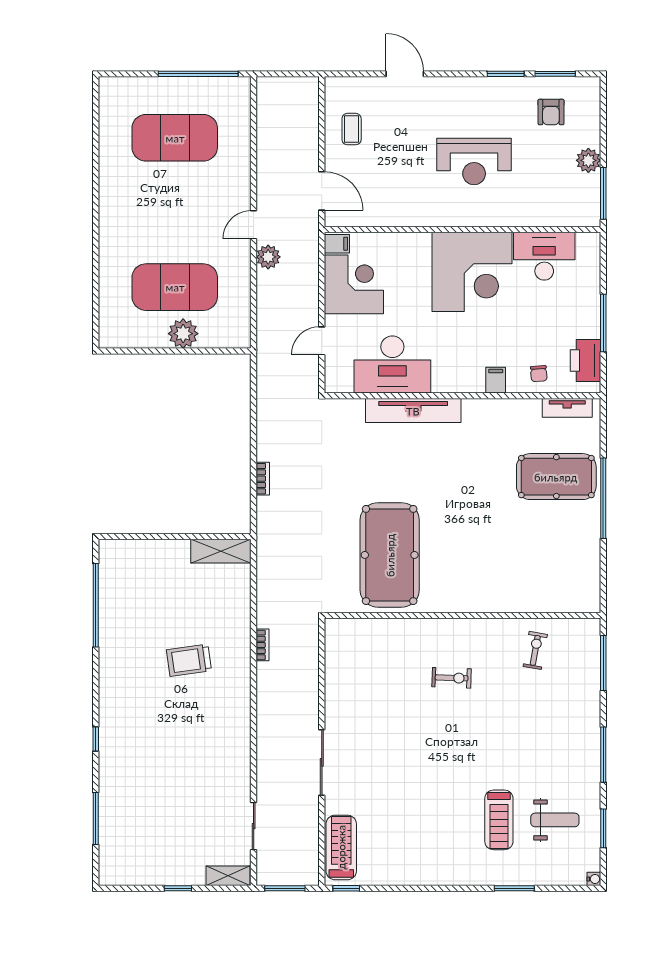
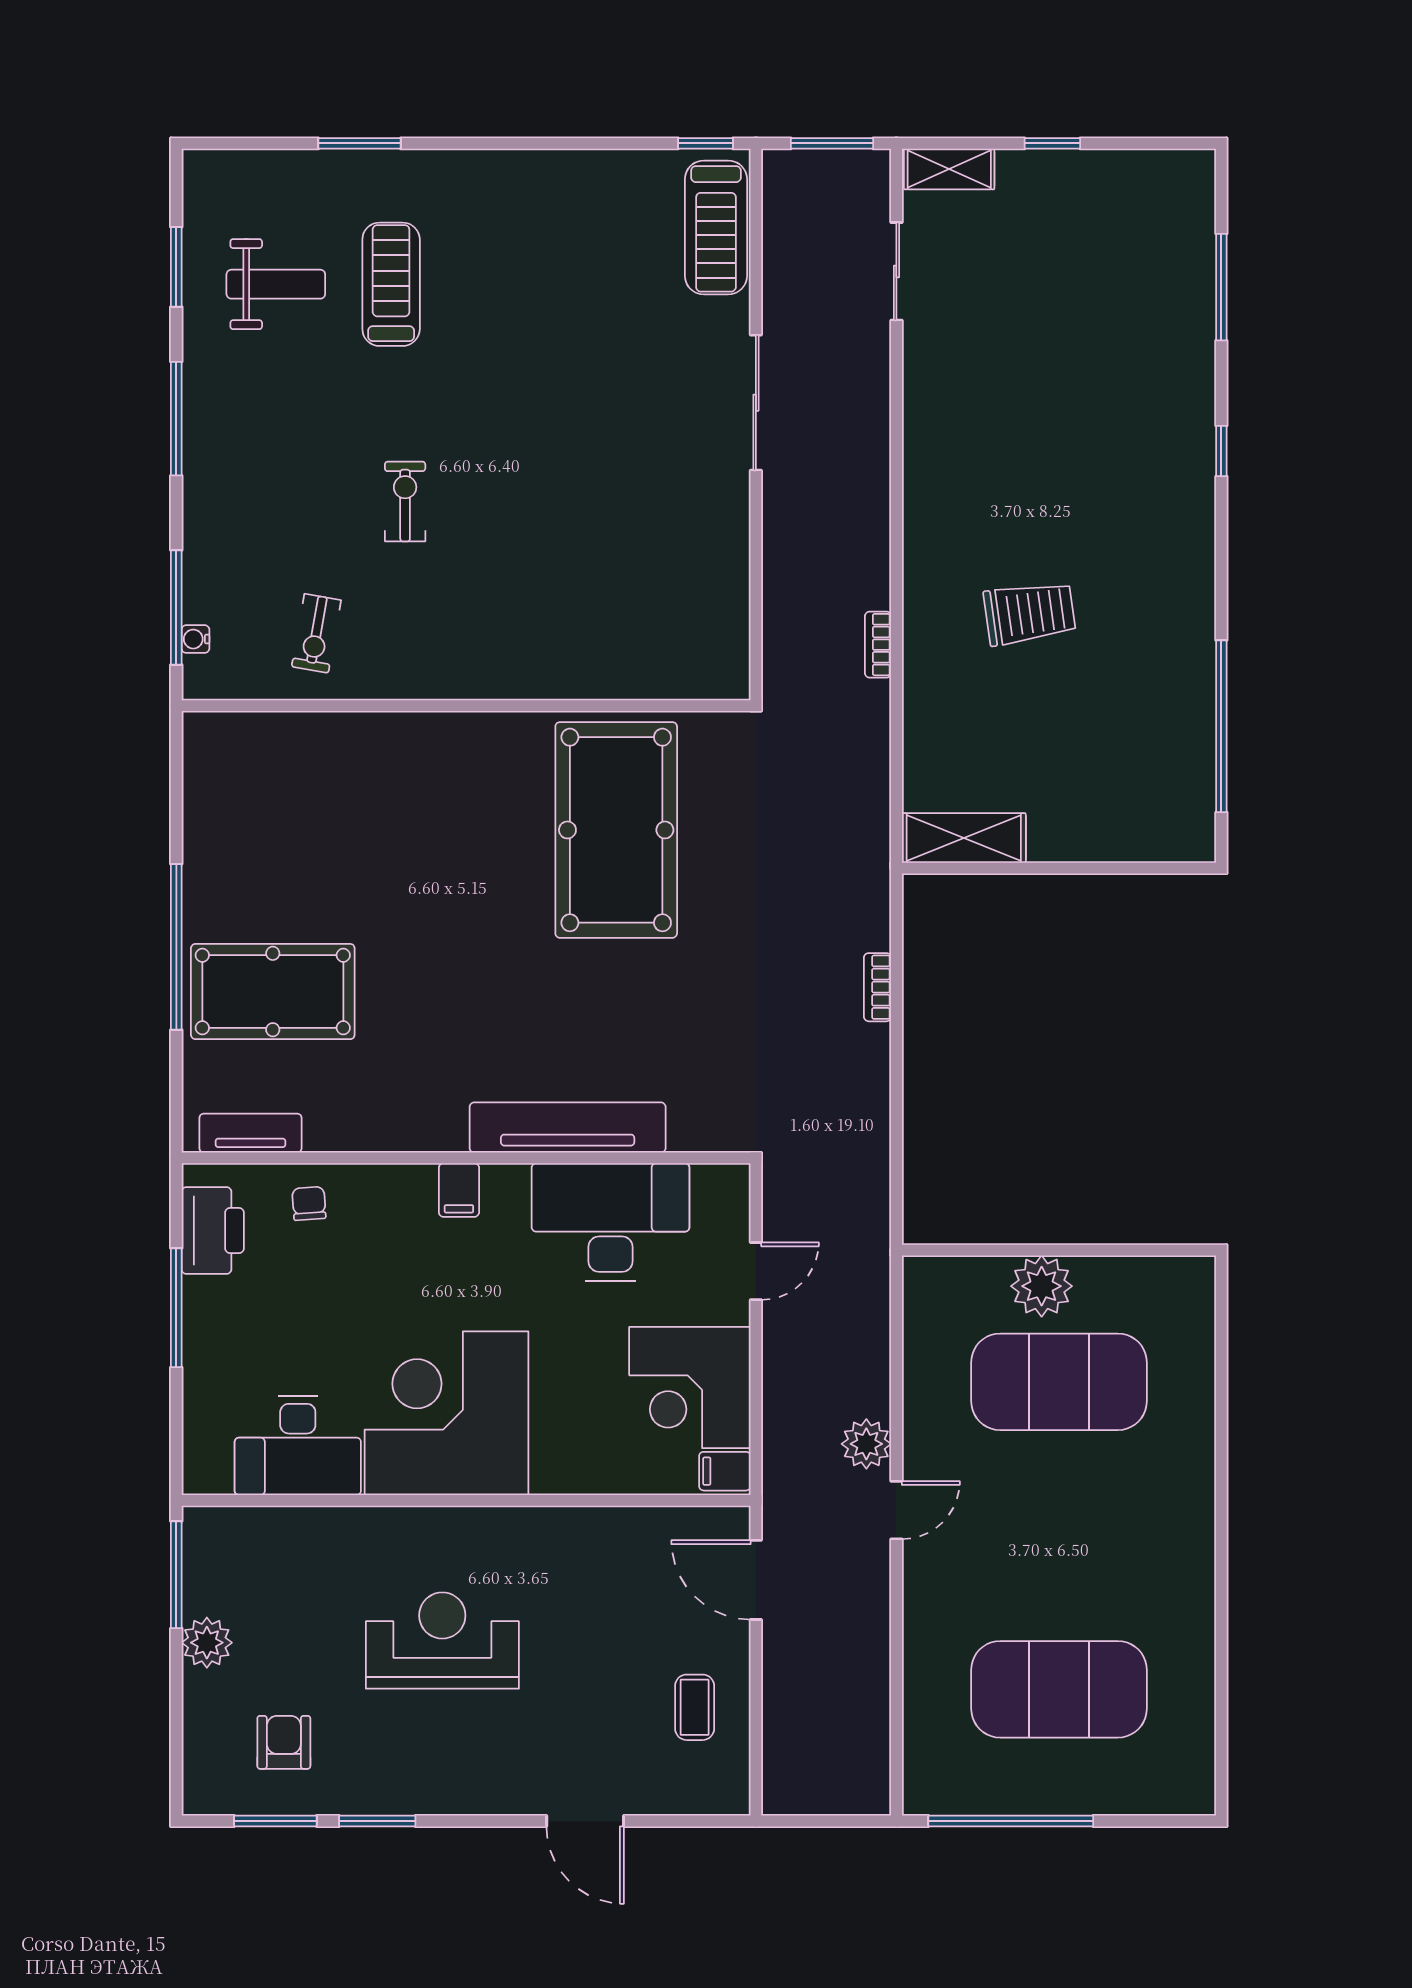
filing cabinet: (496, 380) -> (459, 1190), moved
exercise bike: (452, 678) -> (405, 502), moved, turned 88
weight bench: (555, 820) -> (276, 284), turned 180
water cooler: (594, 879) -> (195, 639), moved

